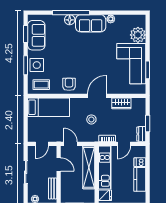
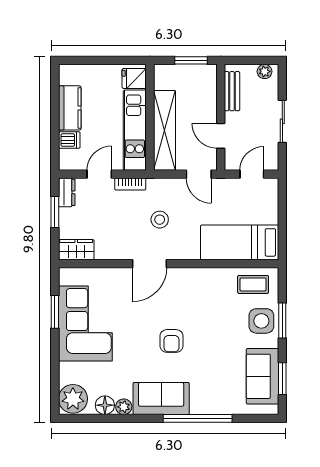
floor lamp: (70, 20) -> (105, 405), moved
plant: (138, 35) -> (73, 399), moved
armchair: (69, 84) -> (172, 341), moved
wardrobe: (121, 103) -> (76, 250), moved

